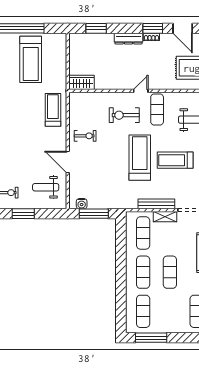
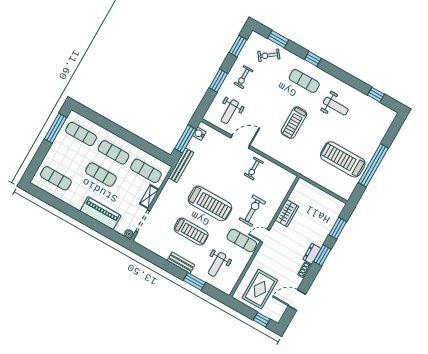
window: (153, 28) -> (322, 255), moved
dresser: (129, 39) -> (312, 254), width x0.70
wardrobe: (81, 82) -> (287, 213), moved
door: (141, 91) -> (265, 236), swing flipped
treadmill: (53, 110) -> (294, 123), moved, turned 90
treadmill: (175, 160) -> (191, 232), turned 90
weight bench: (46, 187) -> (230, 112), turned 180
bench: (156, 204) -> (181, 165), moved

